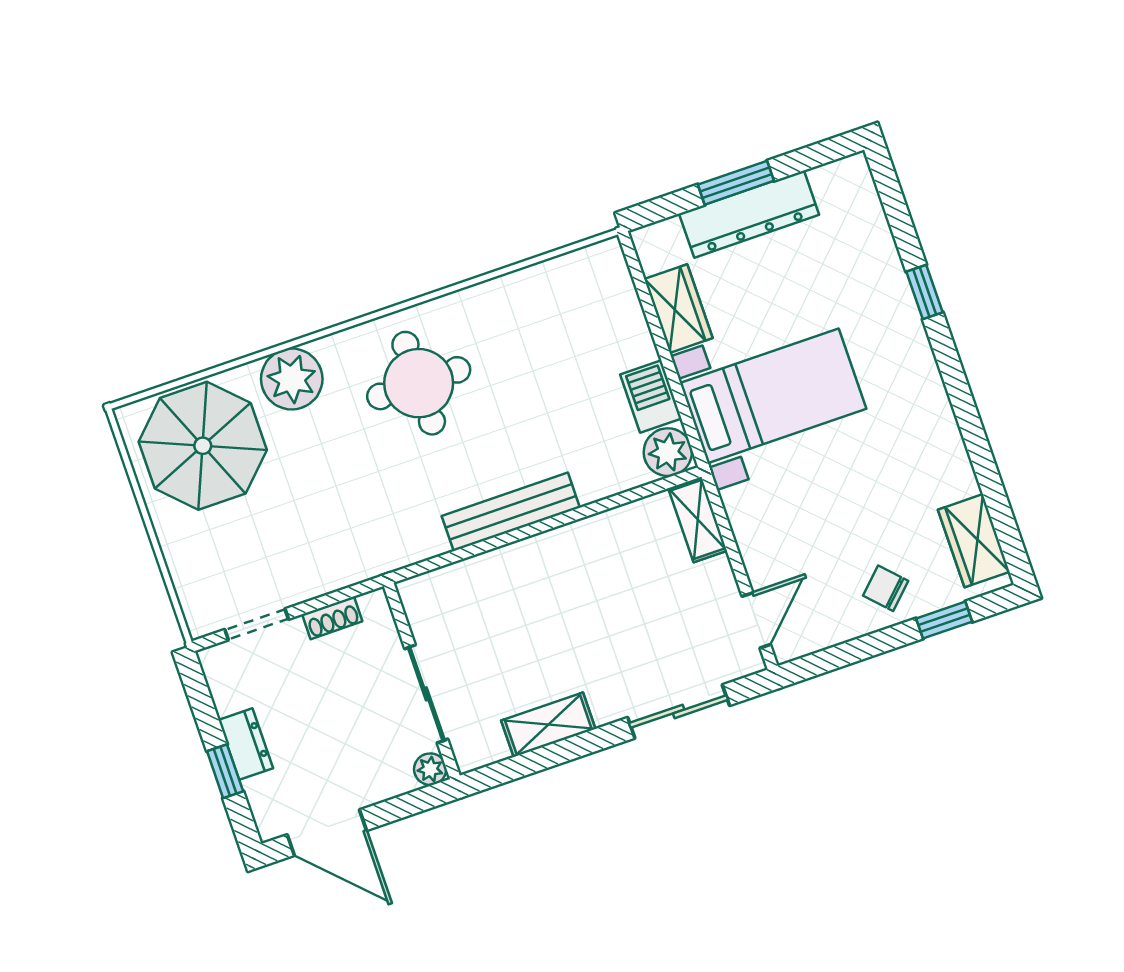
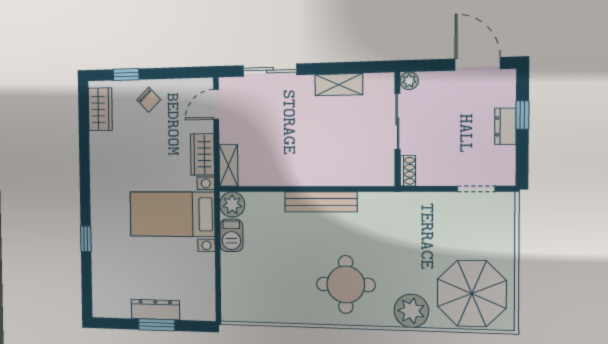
dresser: (749, 214) -> (155, 310), width x0.73, depth x0.80
wardrobe: (678, 309) -> (202, 154), moved
shoe rack: (332, 618) -> (408, 171), moved, turned 90

